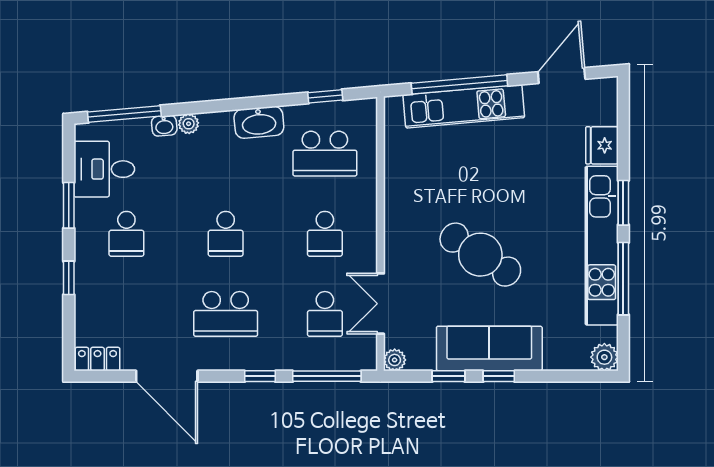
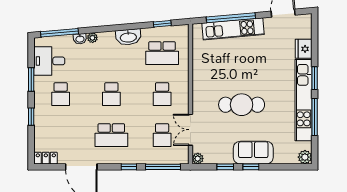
cafe table: (480, 255) -> (242, 105), turned -33
sofa: (489, 348) -> (253, 153), width x0.73

